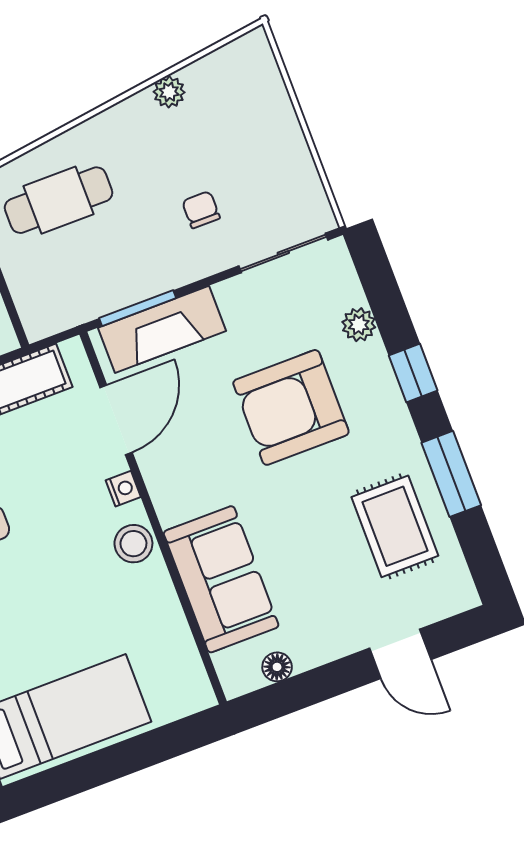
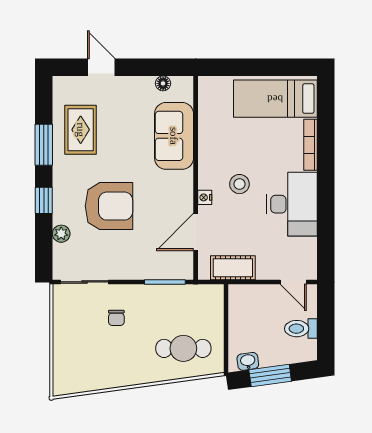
plant: (169, 92) -> (110, 380), removed
fireplace: (162, 329) -> (157, 267), removed
stool: (133, 544) -> (239, 184), moved

